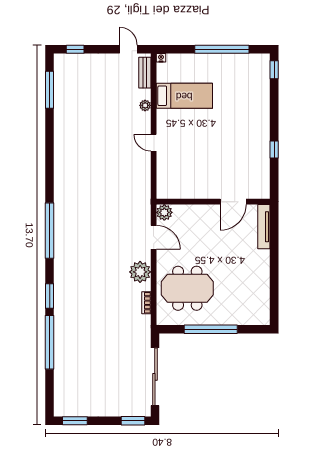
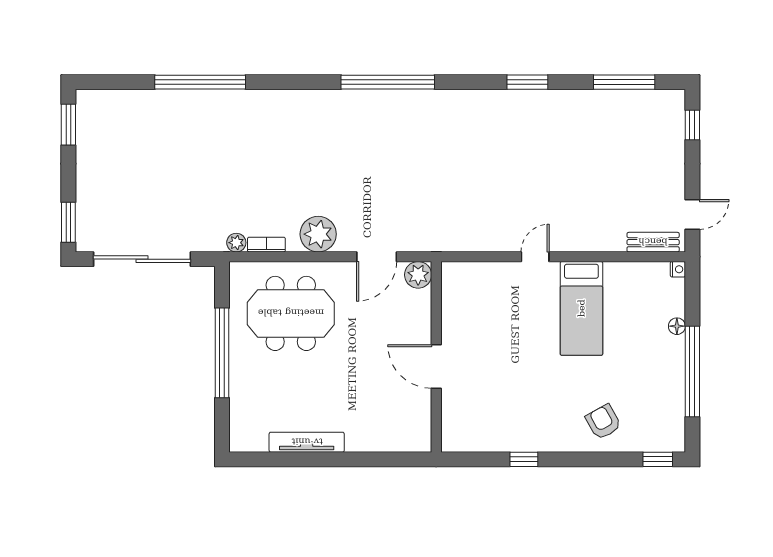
floor lamp: (195, 58) -> (677, 326), added
bed: (184, 96) -> (581, 308), moved
armchair: (252, 102) -> (603, 422), added
plant: (145, 105) -> (236, 243), moved
door: (233, 202) -> (436, 367), moved
tv unit: (264, 227) -> (307, 442), moved
meeting table: (187, 288) -> (291, 313), turned 90
window: (50, 296) -> (527, 82), moved

